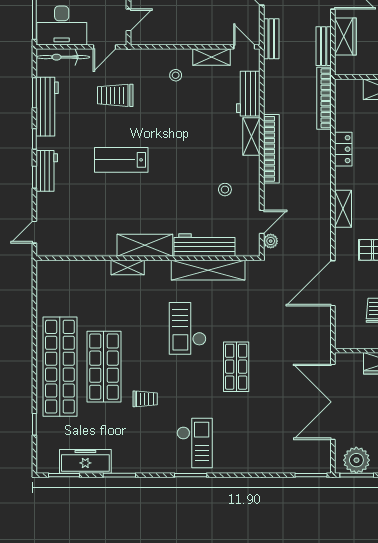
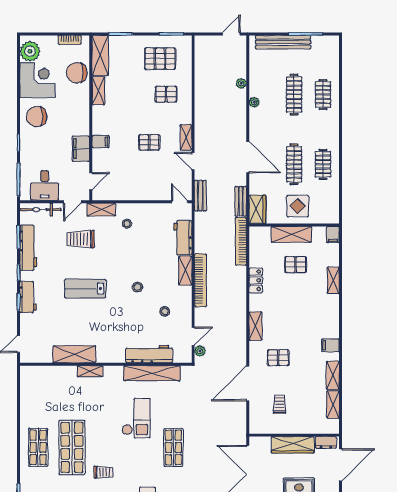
desk: (62, 25) -> (45, 185), width x0.73
wardrobe: (345, 37) -> (257, 209), moved
shelving: (211, 57) -> (101, 210), moved
stool: (189, 158) -> (137, 287), added
shelving: (145, 245) -> (74, 354), moved
checkout: (188, 328) -> (136, 418), turned 180
shop shelf: (60, 367) -> (38, 447), width x0.50, depth x0.74

